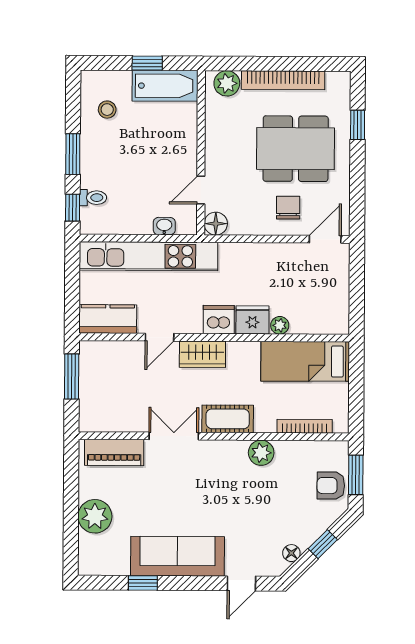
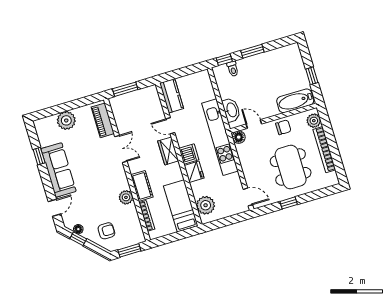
bathtub: (165, 86) -> (295, 101), moved, turned 90
stool: (107, 110) -> (281, 62), removed
window: (358, 125) -> (289, 203), moved
chair: (288, 208) -> (283, 127), moved
washbasin: (164, 226) -> (231, 110), width x1.91, depth x1.45
kitchen unit: (149, 256) -> (220, 137), moved
plant: (280, 325) -> (206, 205), moved, width x1.87, depth x1.87
window: (72, 377) -> (125, 89), moved
cot: (228, 419) -> (142, 186), moved
armchair: (331, 486) -> (106, 231), moved, turned 90
window: (323, 544) -> (78, 239), moved
door: (241, 583) -> (54, 208), swing flipped

